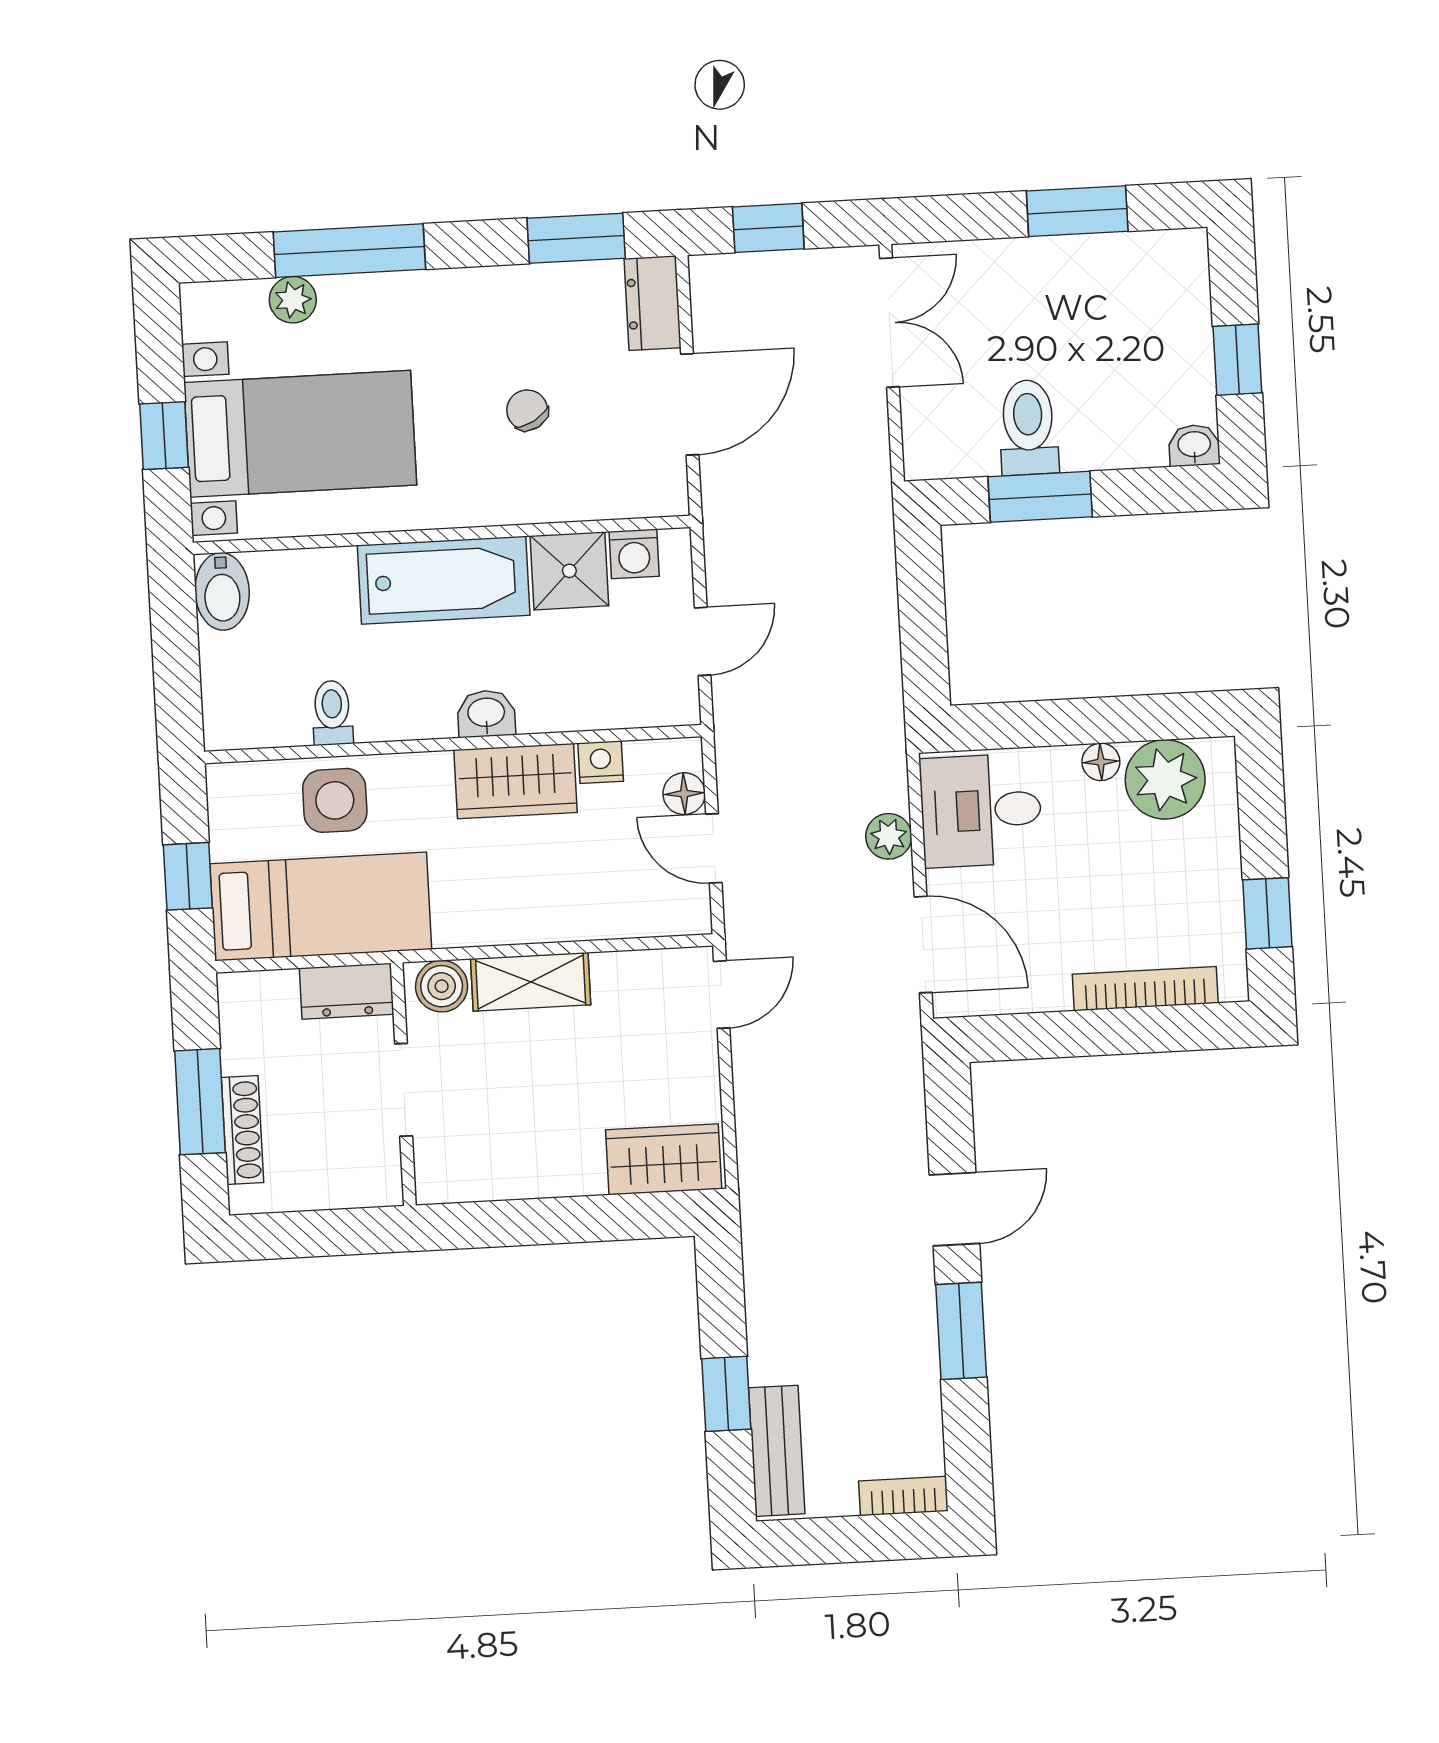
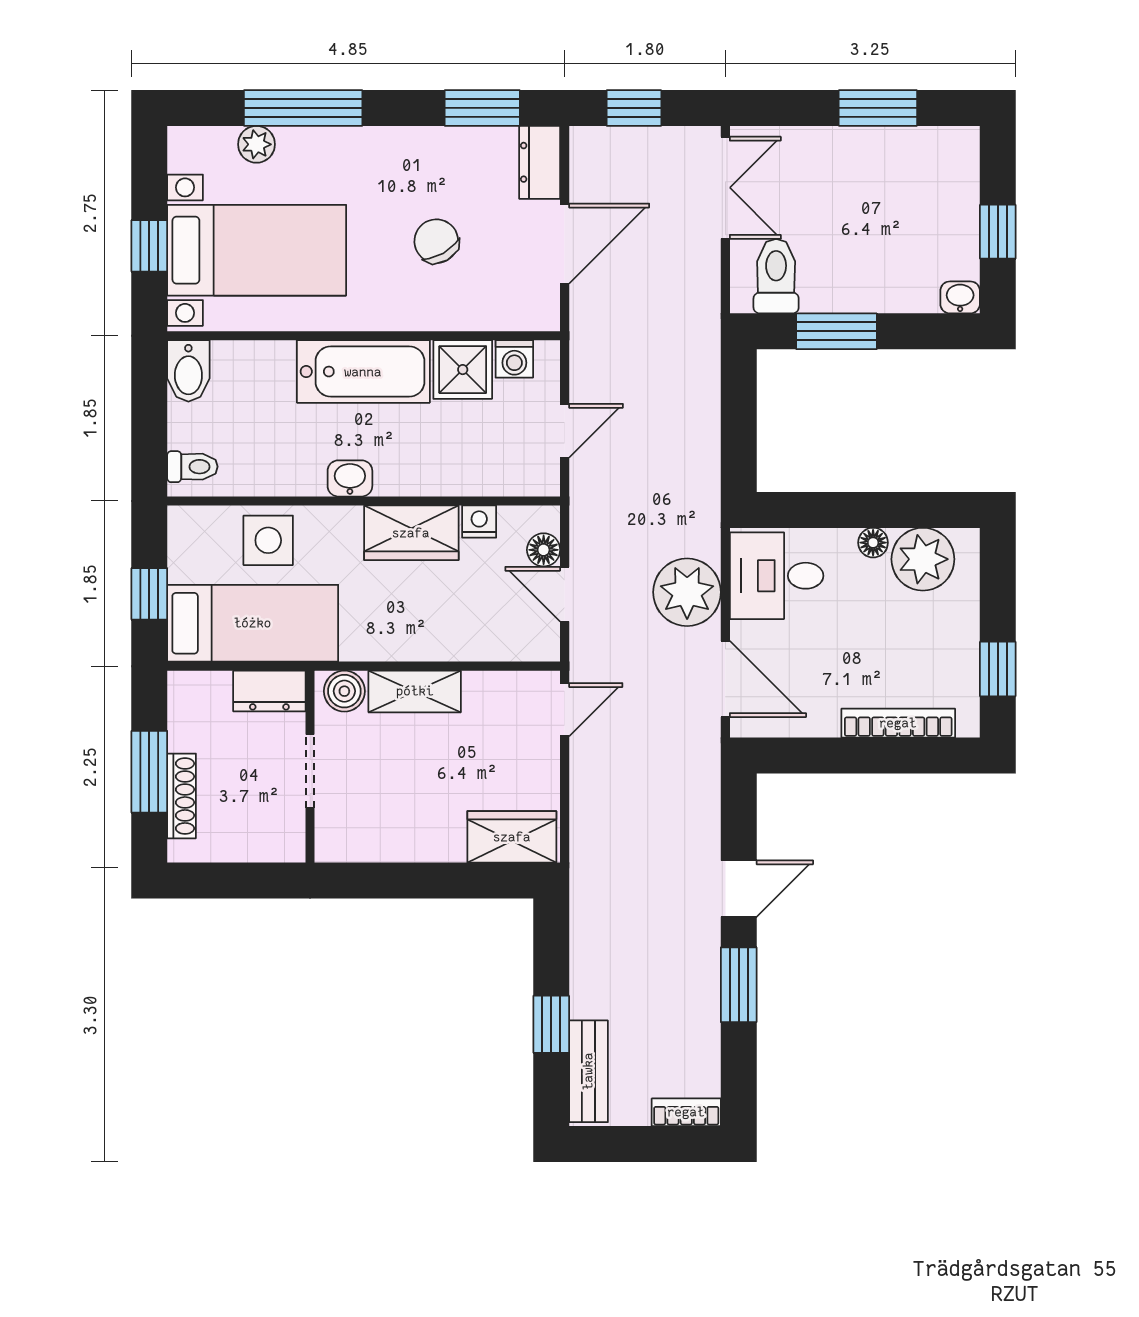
chair: (527, 410) -> (436, 241), width x1.37, depth x1.37
toilet: (1028, 427) -> (776, 276), moved
toilet: (332, 713) -> (192, 467), moved, turned 90
washbasin: (486, 714) -> (350, 478), moved
plant: (889, 836) -> (687, 592), width x1.88, depth x1.88

